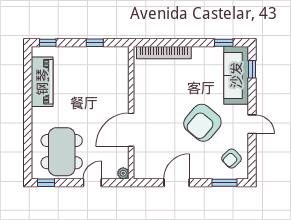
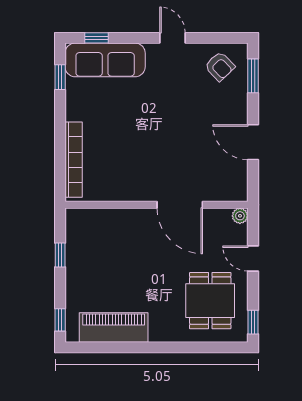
armchair: (202, 123) -> (170, 106), removed
door: (252, 124) -> (172, 38), hinge flipped
dining table: (62, 152) -> (210, 301), width x0.73

